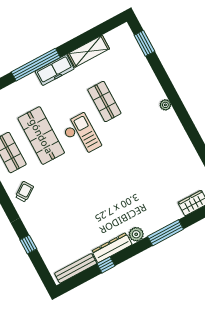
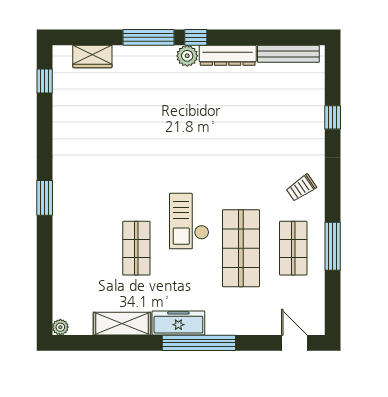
window: (144, 43) -> (45, 198), moved
plant: (165, 105) -> (60, 327), moved
window: (106, 265) -> (196, 37), moved

